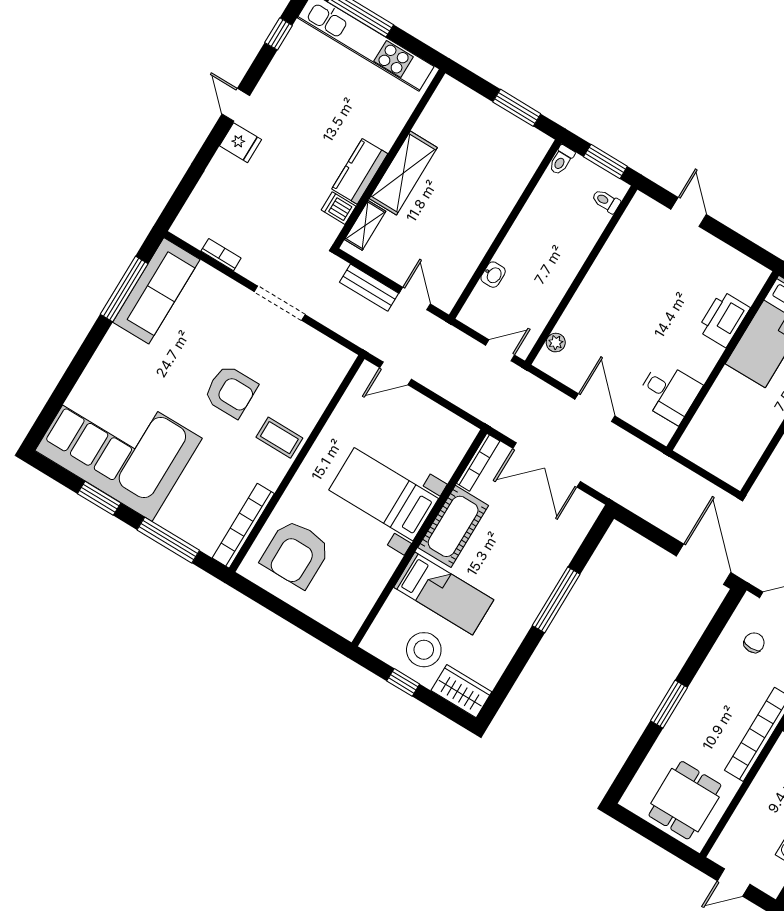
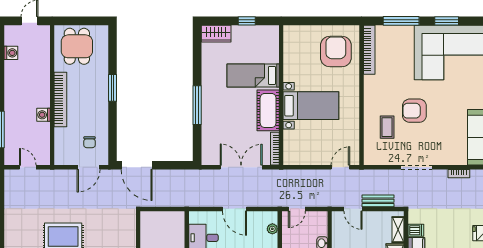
coffee table: (279, 438) -> (387, 127), moved, turned 90
stool: (424, 650) -> (246, 43), removed

